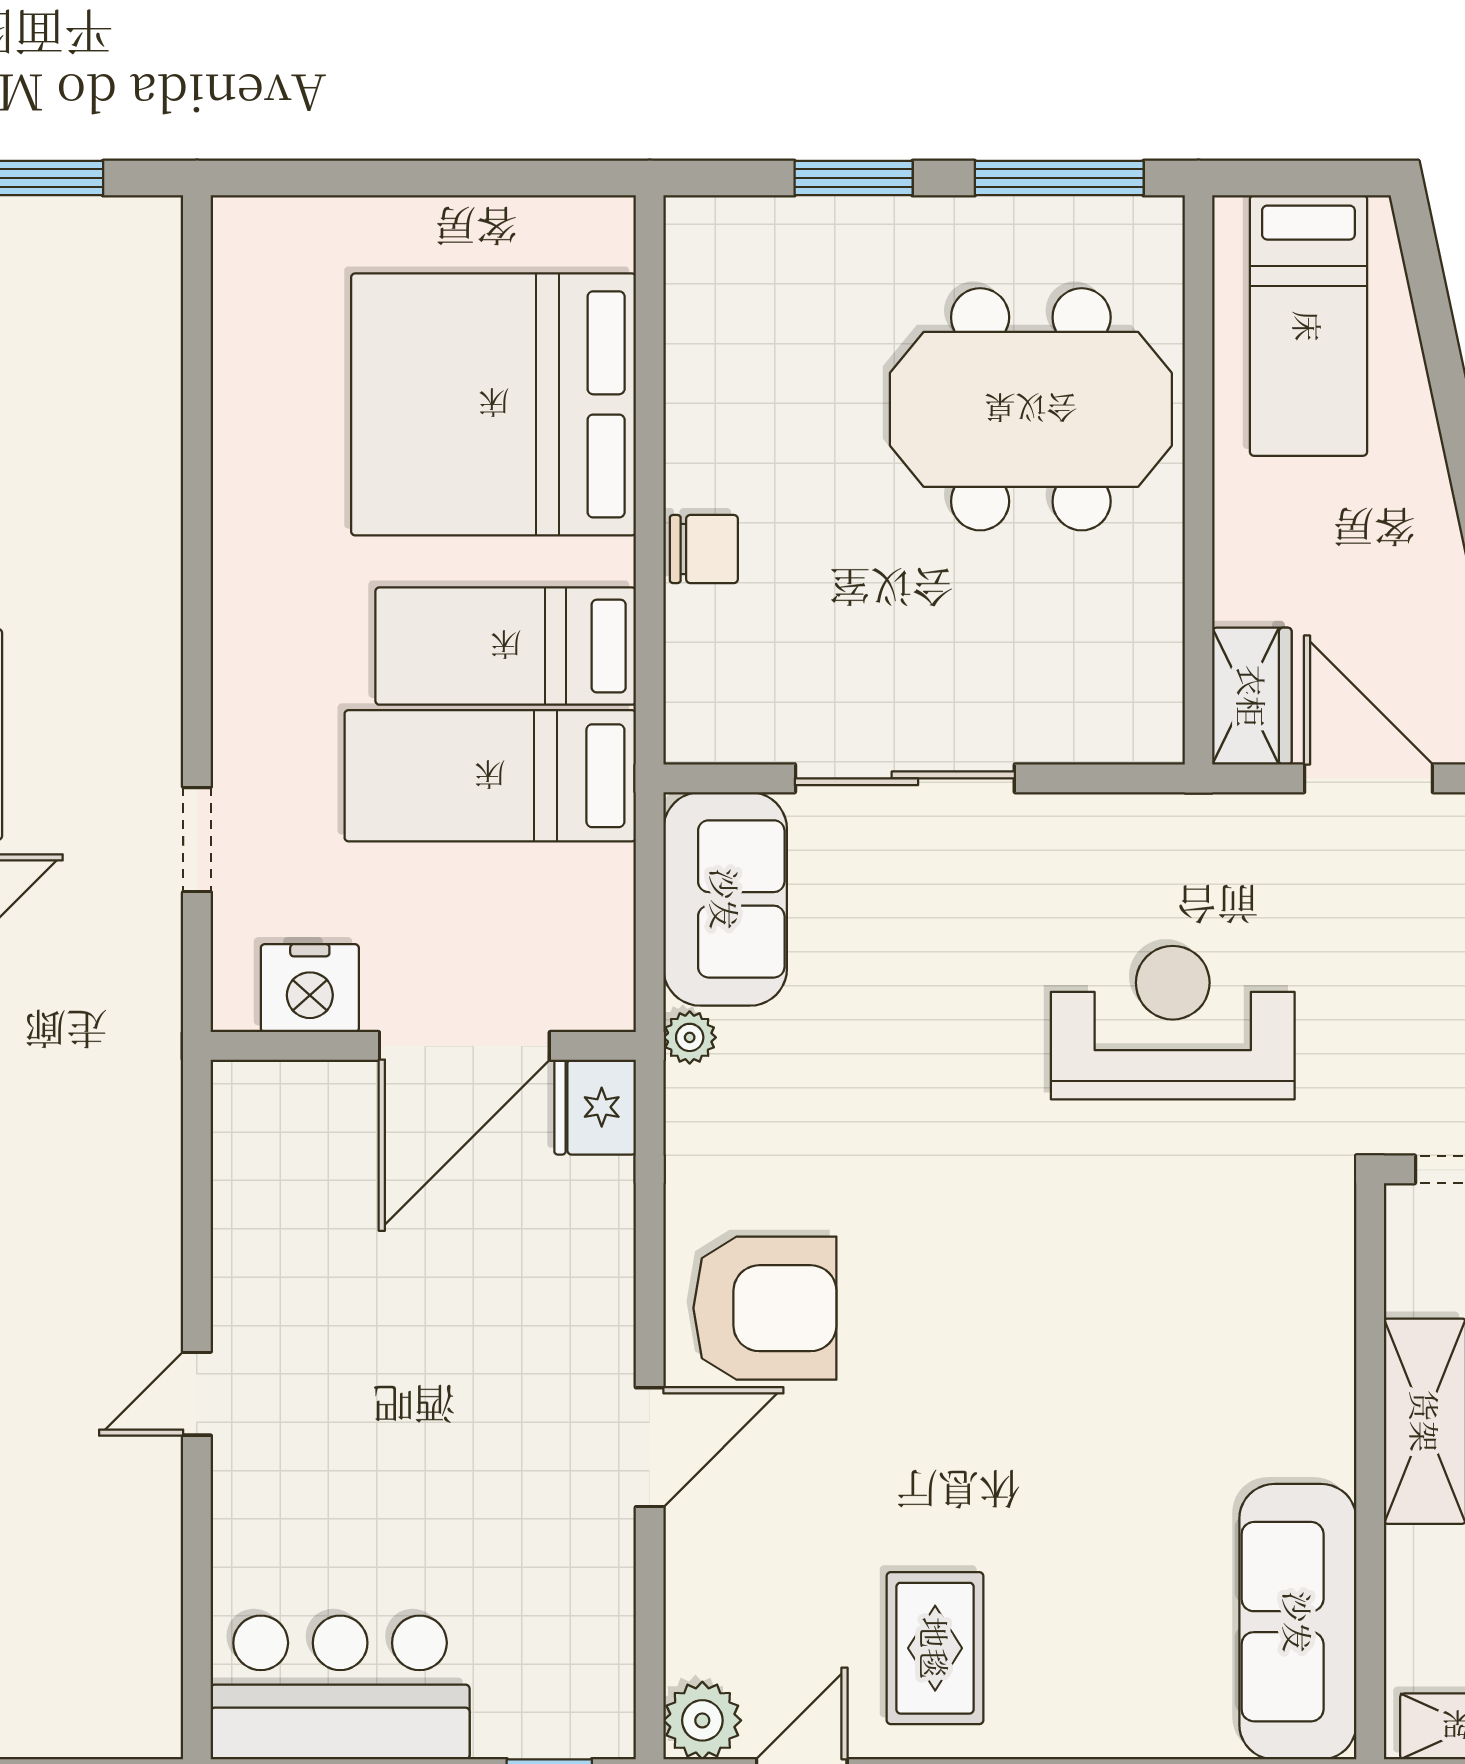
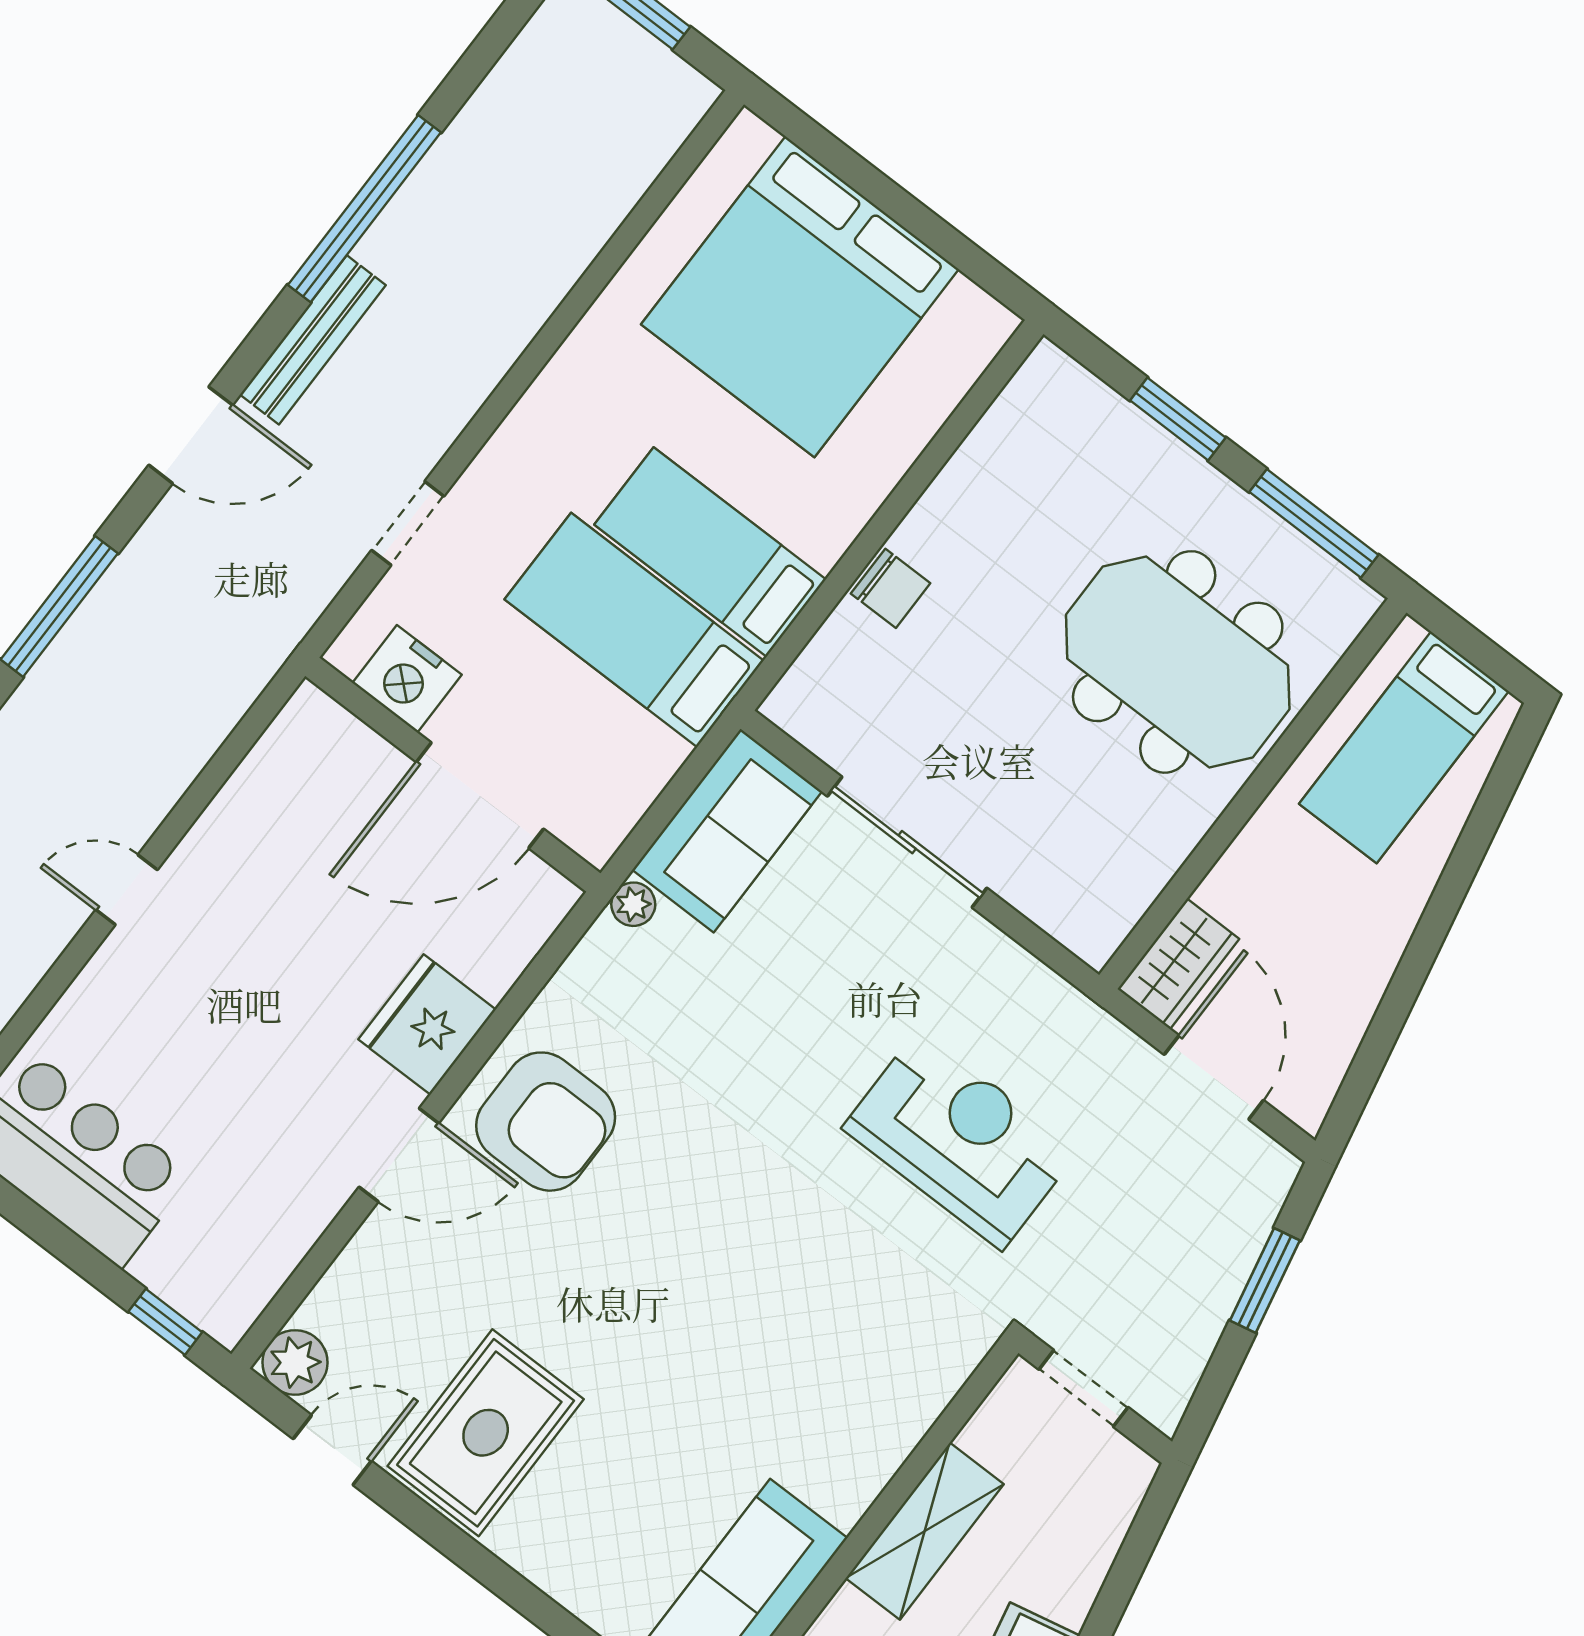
bed: (494, 404) -> (800, 297), moved, turned -90
fridge: (595, 1107) -> (427, 1024), moved, width x1.36, depth x1.34
rug: (935, 1648) -> (486, 1433), width x1.36, depth x1.43

